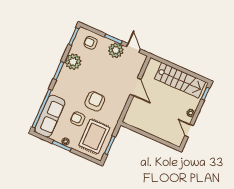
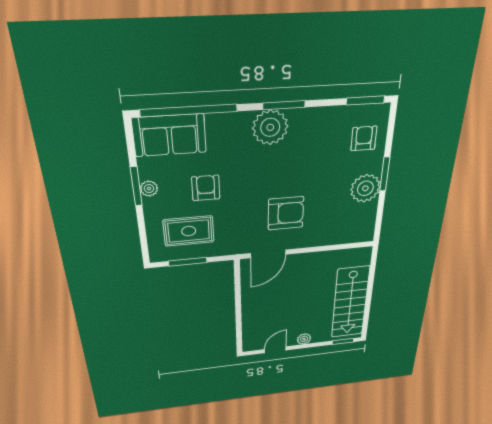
door: (134, 48) -> (380, 214), removed
plant: (73, 62) -> (270, 127), moved
door: (136, 87) -> (268, 254), moved
armchair: (95, 101) -> (286, 213), moved
sofa: (50, 116) -> (169, 135), width x0.73
rug: (94, 136) -> (189, 231), width x0.73, depth x0.70

